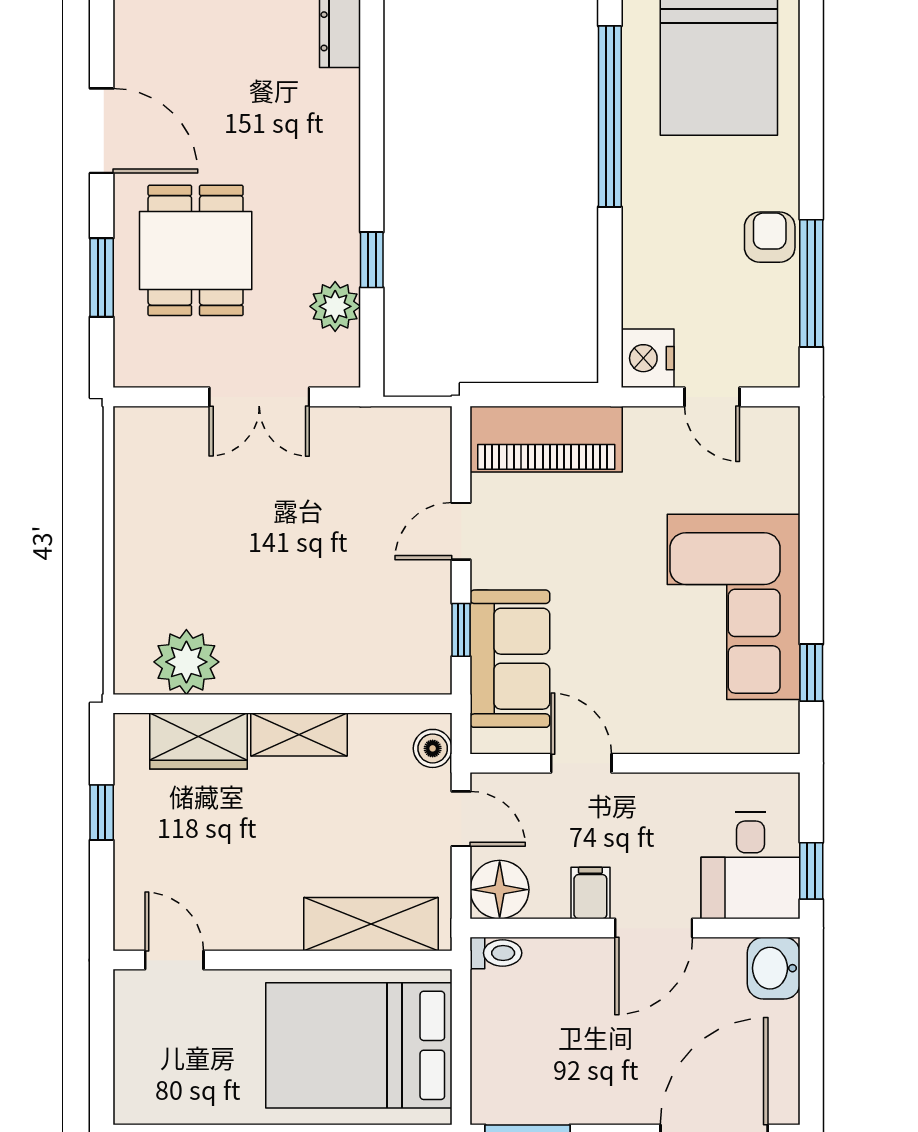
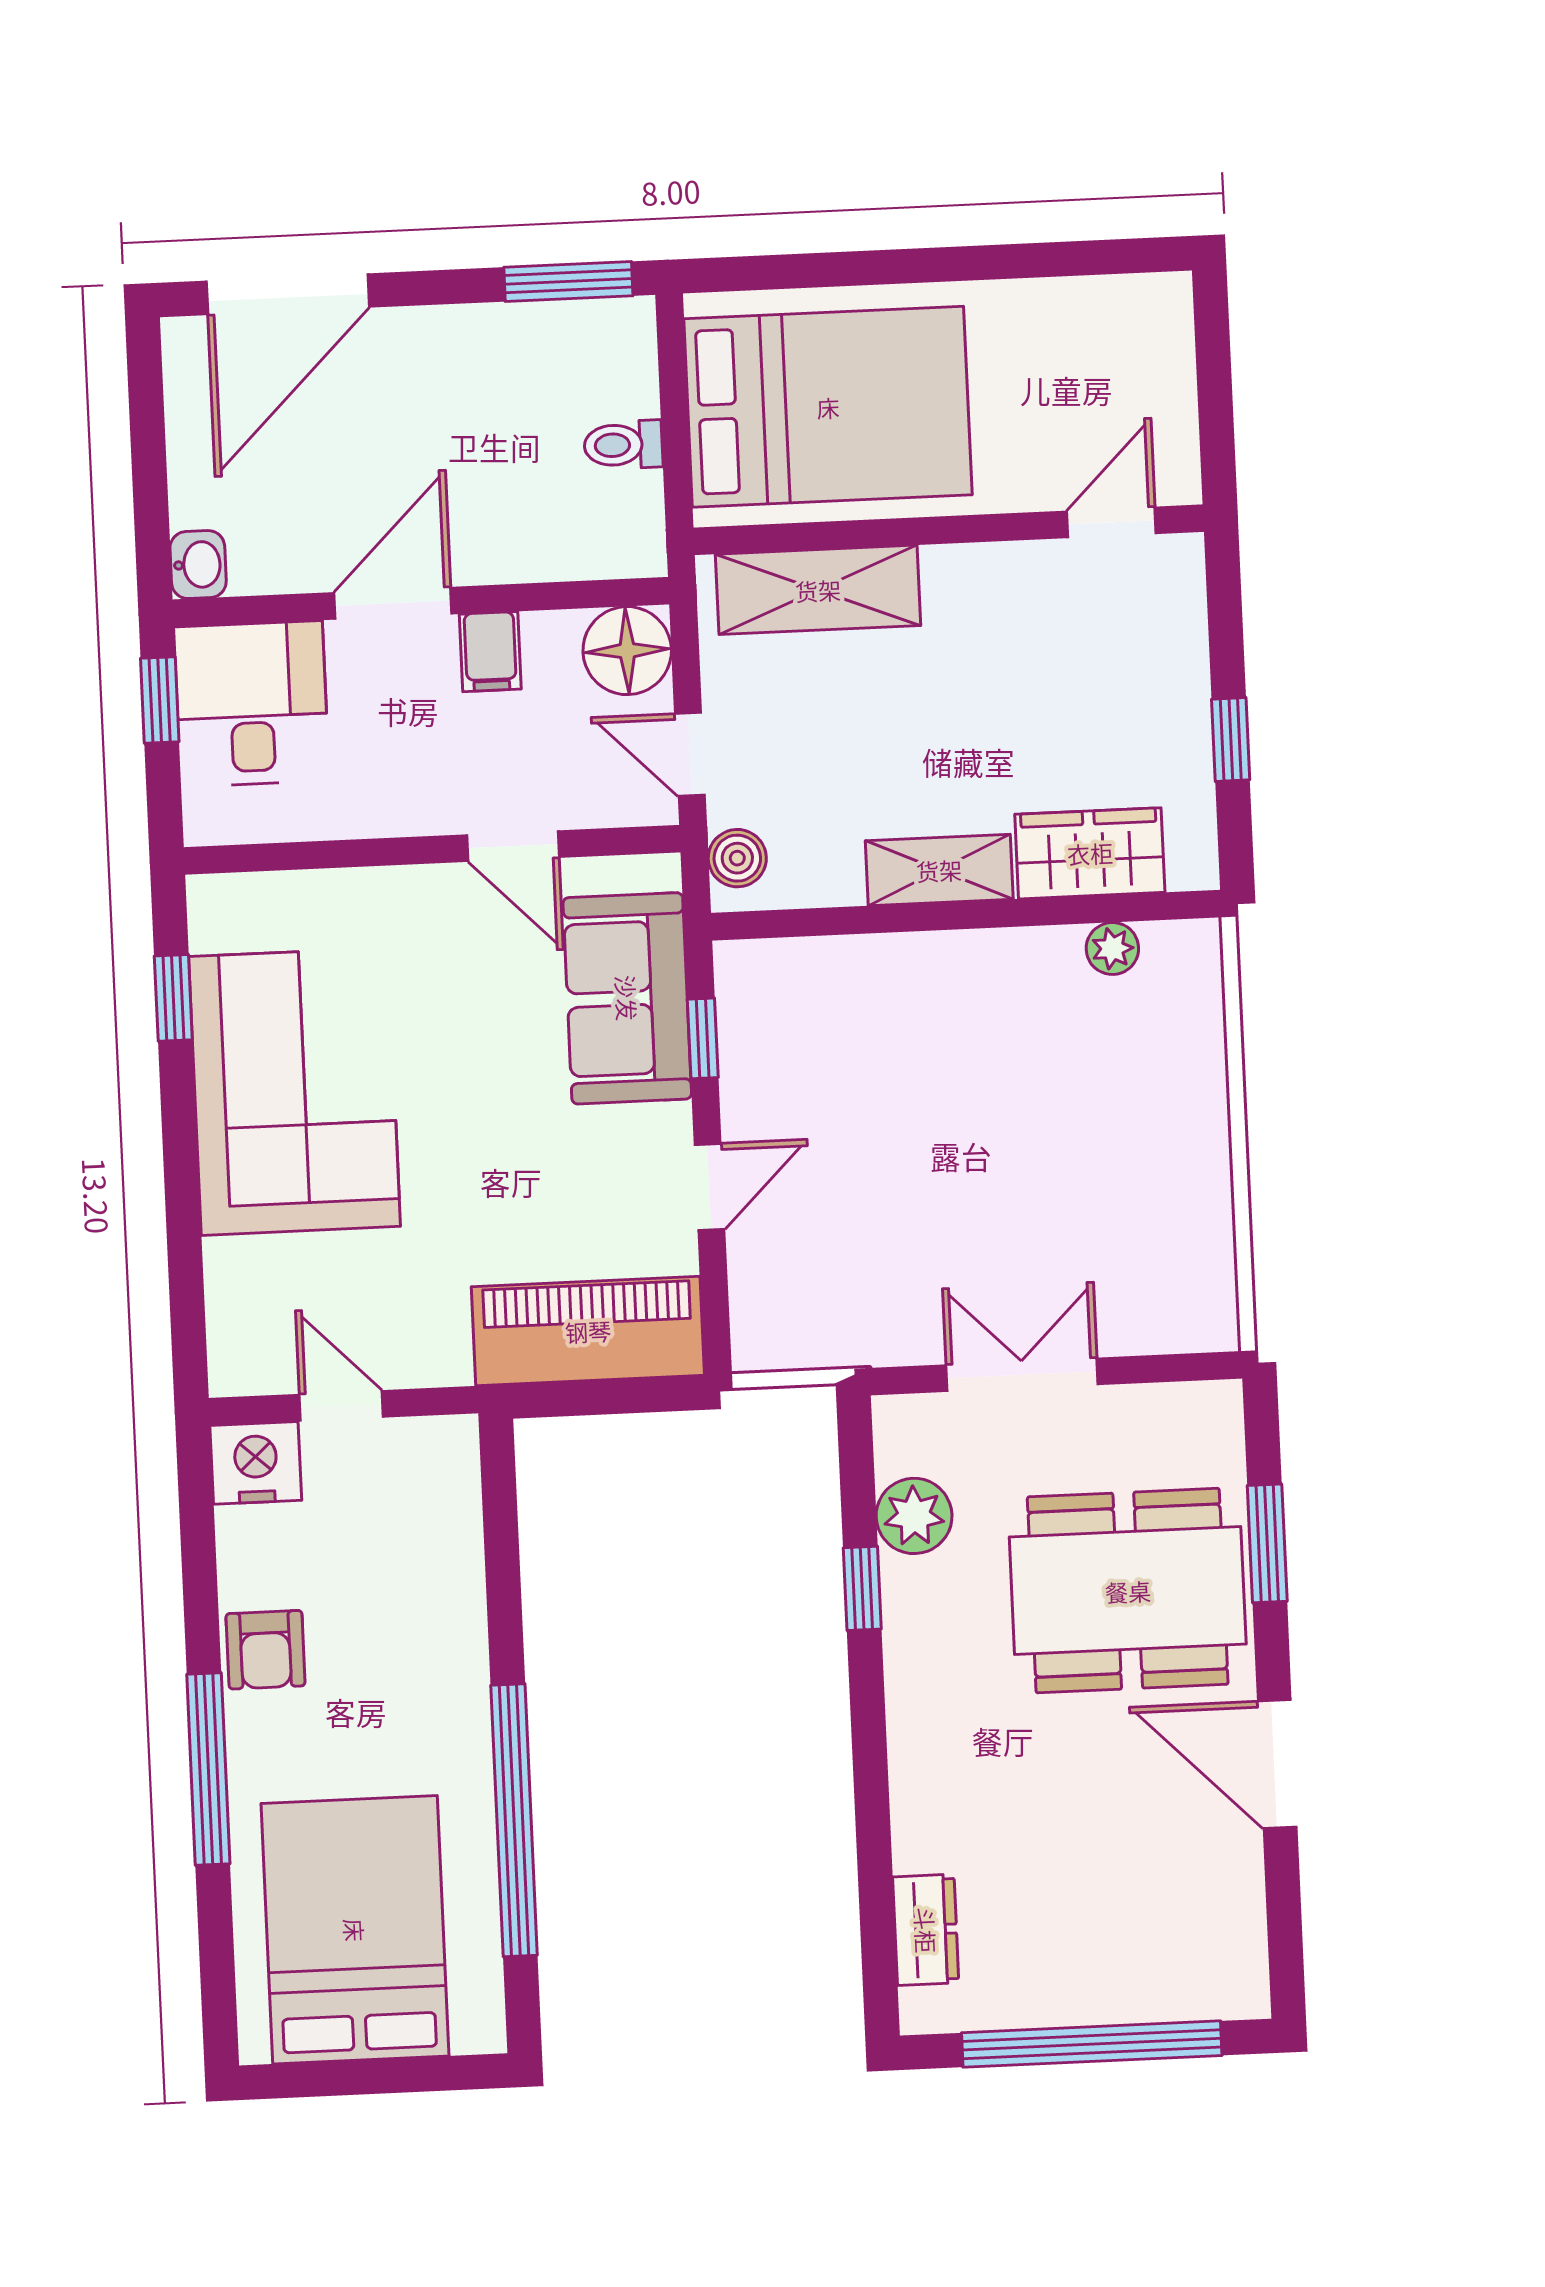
dining table: (196, 250) -> (1128, 1591), width x1.38
window: (811, 283) -> (208, 1769), moved
nightstand: (648, 358) -> (256, 1463), moved, turned -90
plant: (186, 662) -> (1112, 948), width x0.53, depth x0.53
toilet: (496, 953) -> (623, 445), moved
door: (174, 960) -> (1111, 522), swing flipped
washbasin: (774, 968) -> (198, 565), width x0.72, depth x0.69

